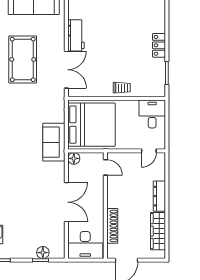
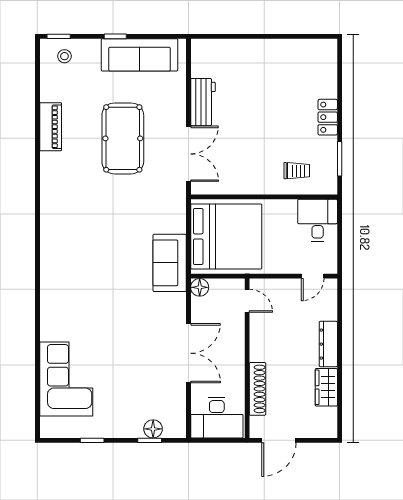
trolley: (122, 88) -> (297, 171), moved
wardrobe: (158, 231) -> (326, 387), width x0.67

